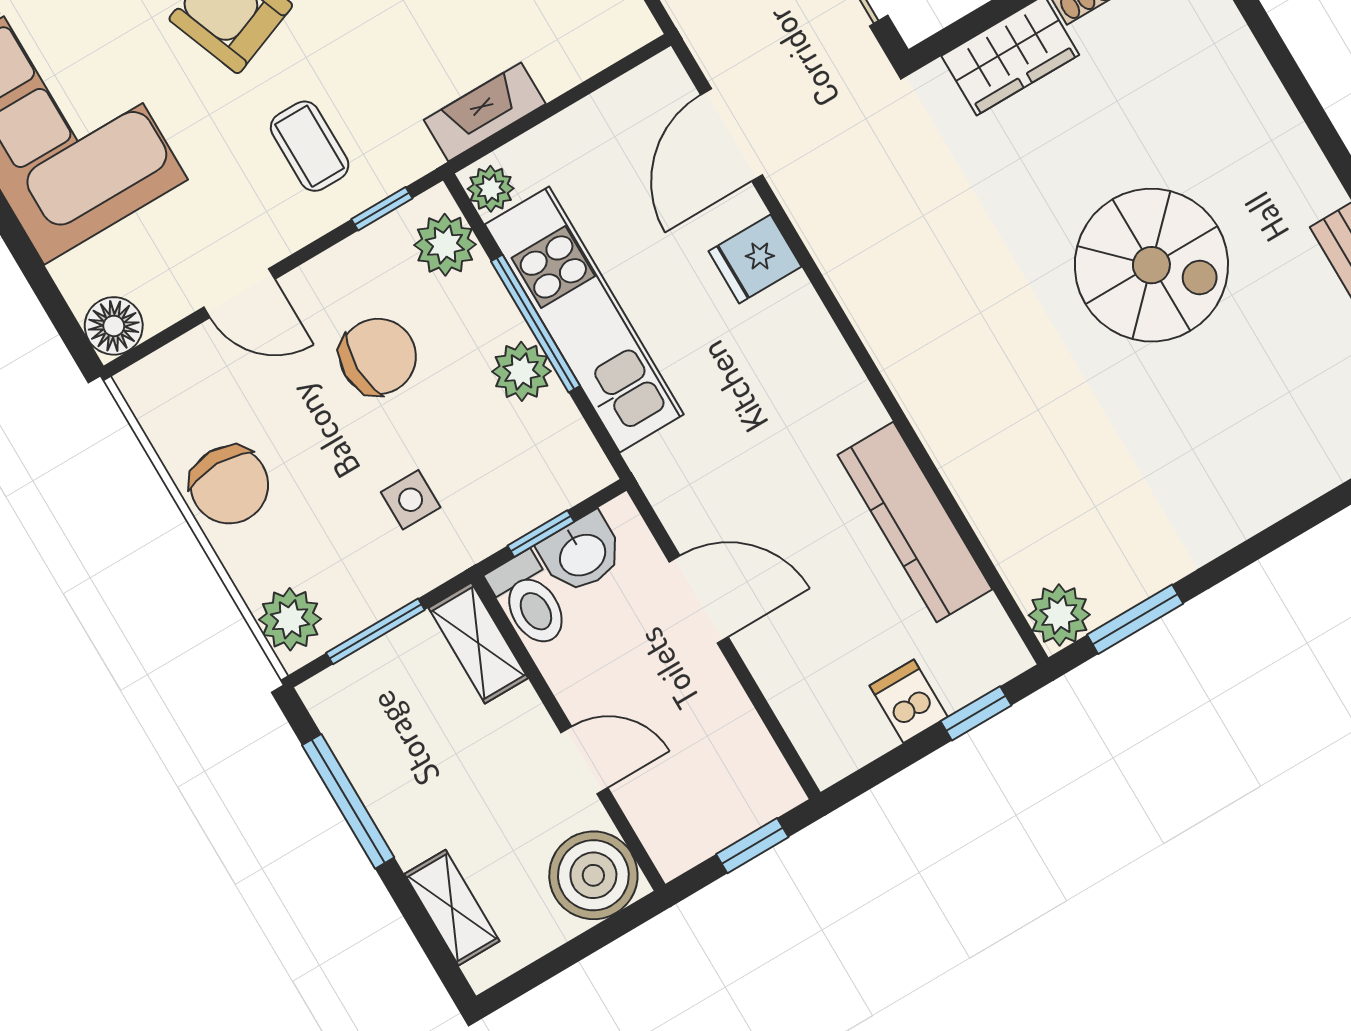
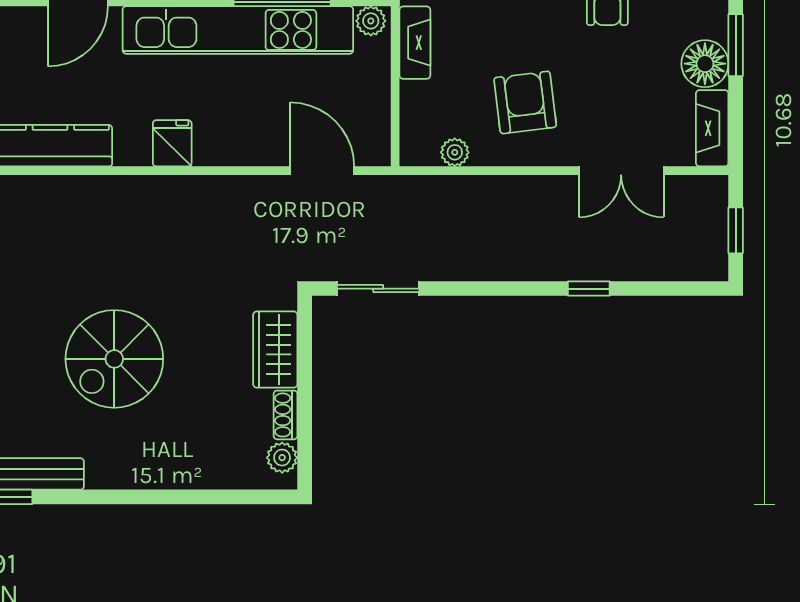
fridge: (755, 259) -> (172, 143), moved
kitchen unit: (584, 319) -> (238, 30), width x1.36

